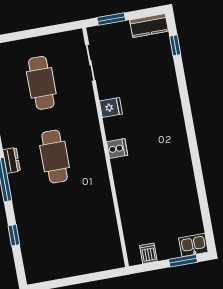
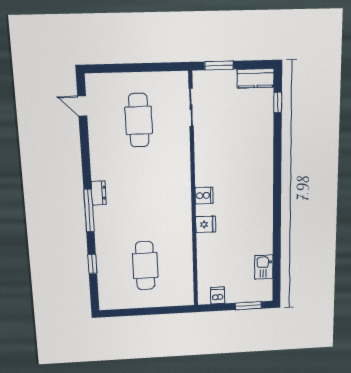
fridge: (111, 107) -> (206, 224), moved
cafe table: (55, 157) -> (145, 266), moved
kitchen sink: (193, 245) -> (264, 267), moved, turned -90

